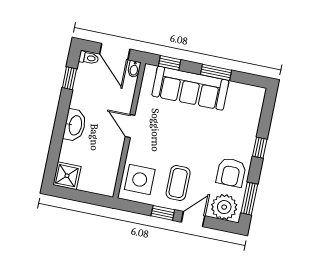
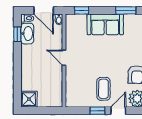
window: (216, 72) -> (126, 10), moved
sofa: (190, 88) -> (105, 24), width x0.73
washbasin: (75, 125) -> (27, 34), moved
side table: (140, 180) -> (78, 92), removed

